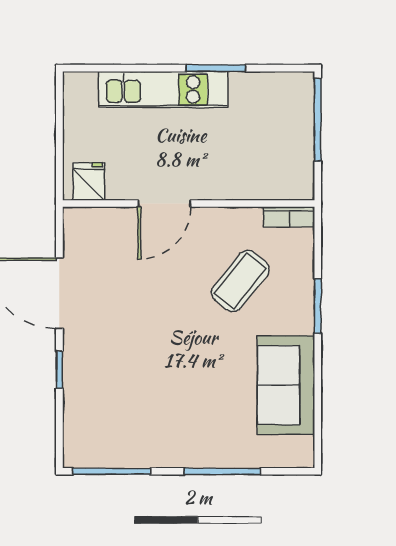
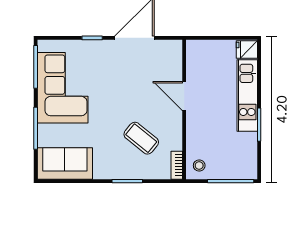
stool: (290, 176) -> (199, 165), added
fridge: (89, 181) -> (247, 50), moved, turned 180
sofa: (286, 385) -> (65, 163), moved
corner sofa: (149, 423) -> (63, 88), added

